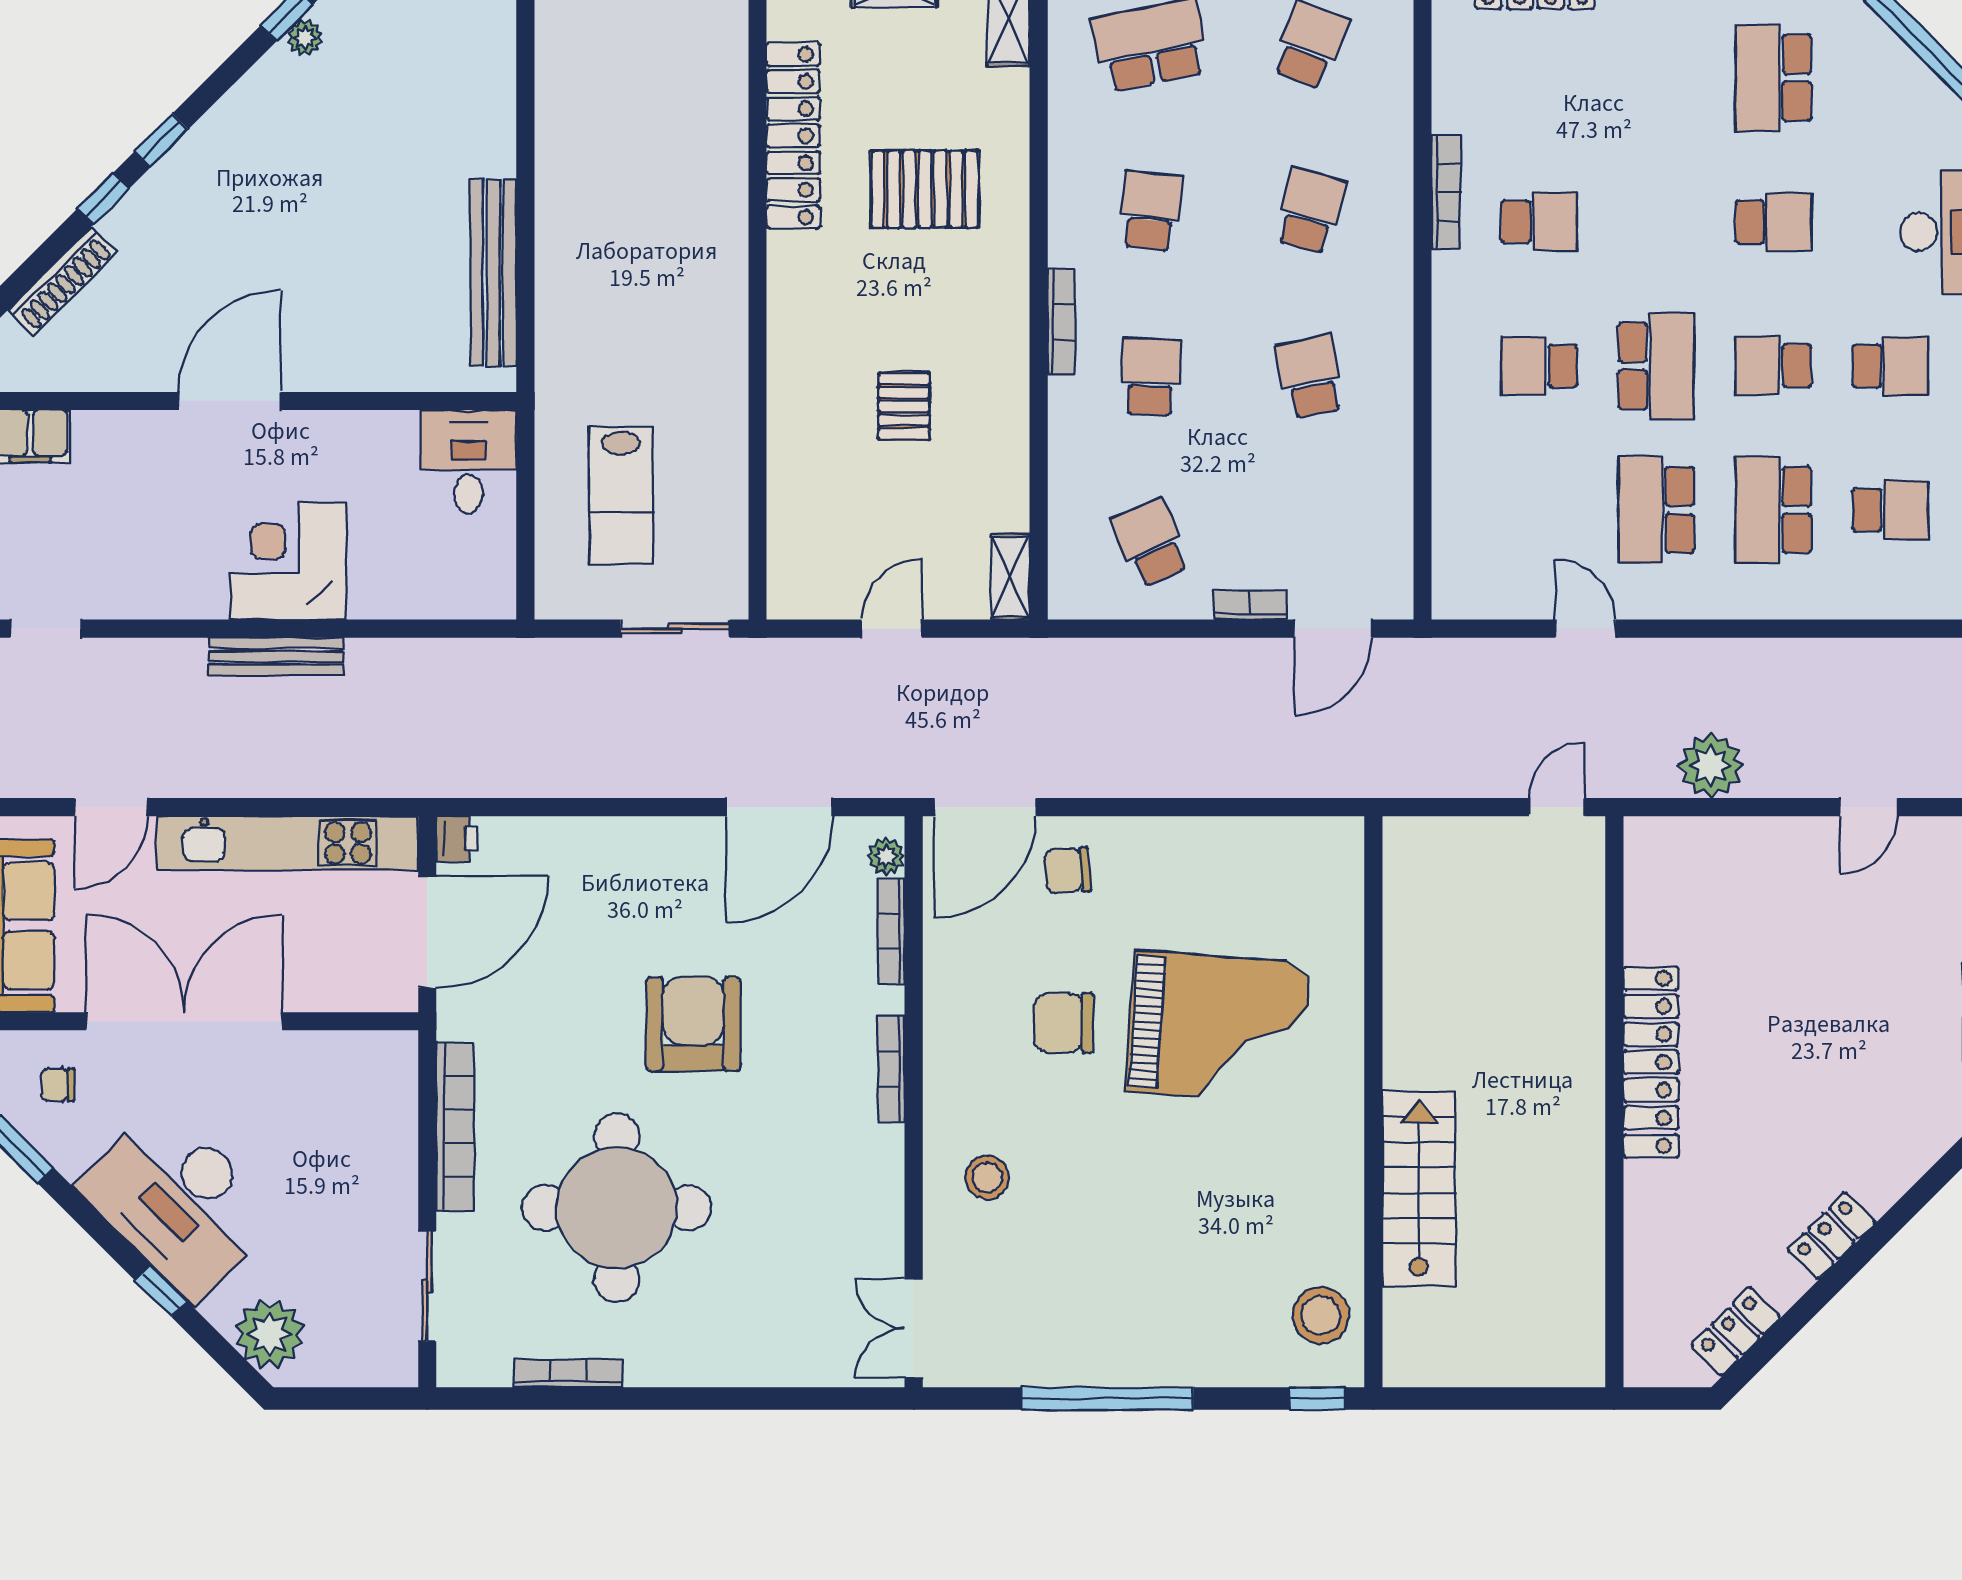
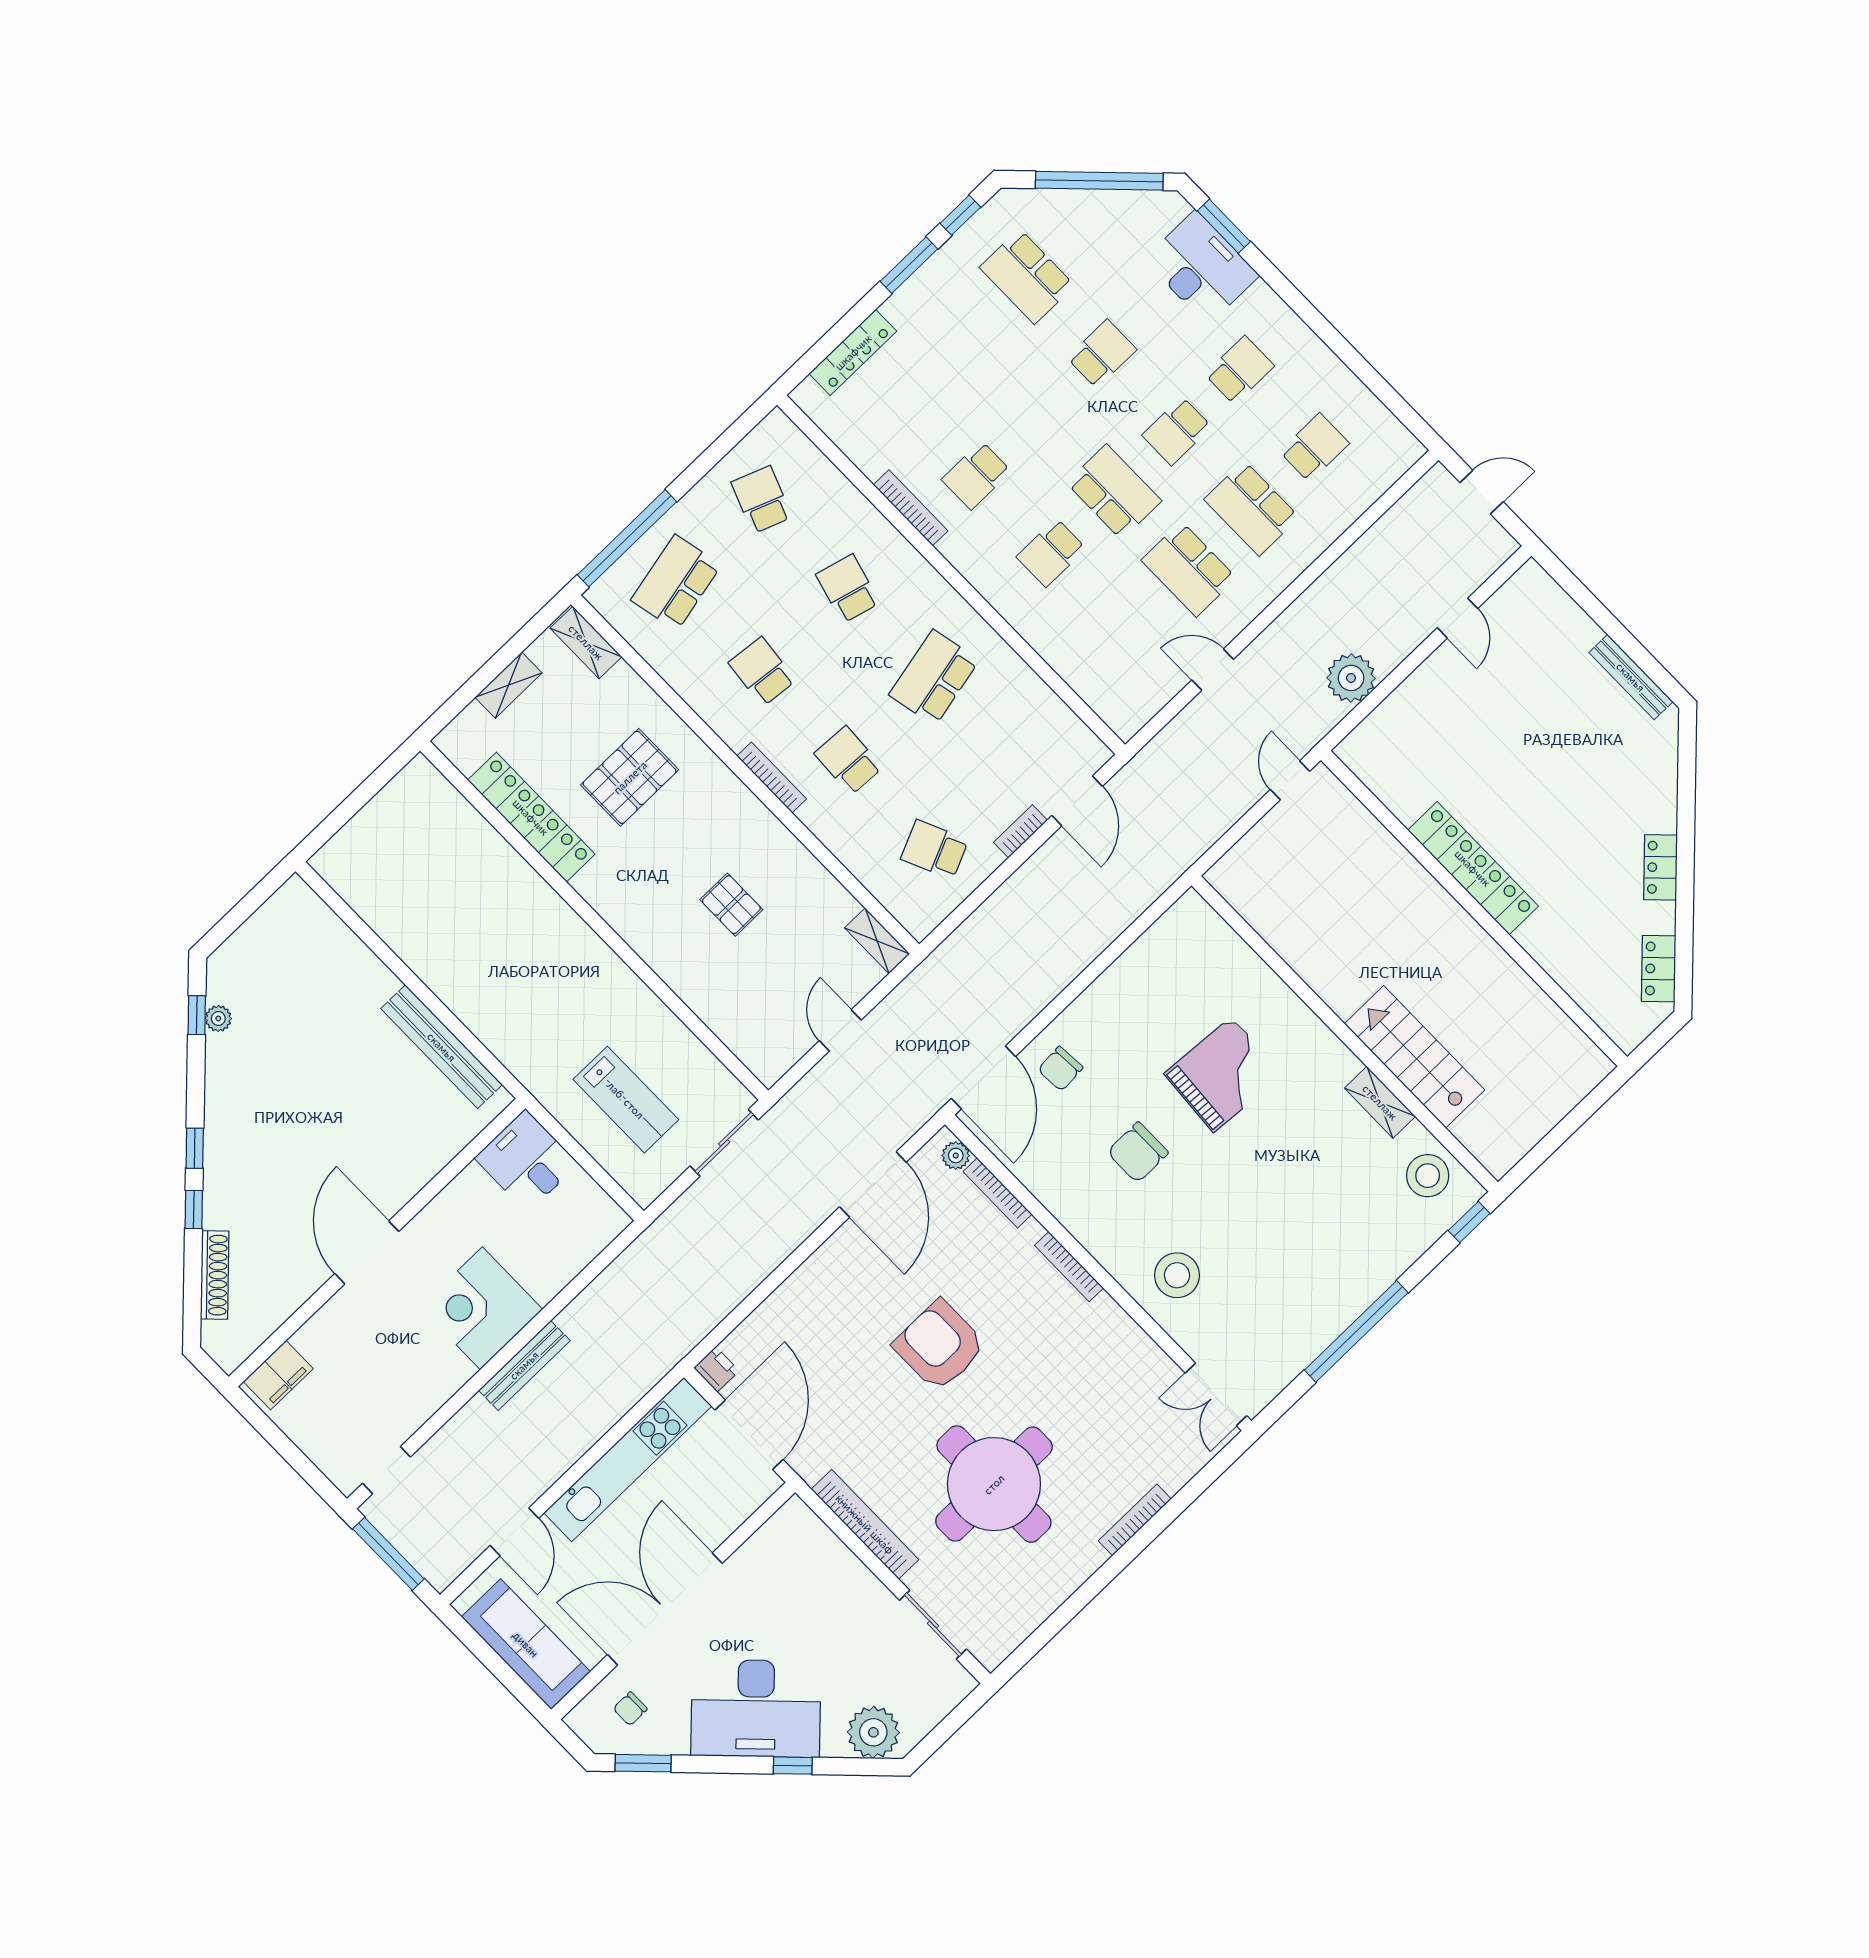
school desk: (1539, 222) -> (976, 475), turned 180
school desk: (1310, 377) -> (934, 678), width x1.85
grand piano: (1218, 1027) -> (1223, 1074), width x0.73, depth x0.68
stool: (987, 1178) -> (1177, 1275), width x1.38, depth x1.38
shelving: (1343, 1200) -> (1380, 1102), added
bookcase: (568, 1373) -> (1135, 1520), moved

